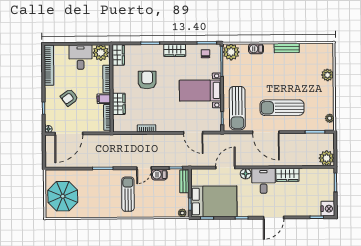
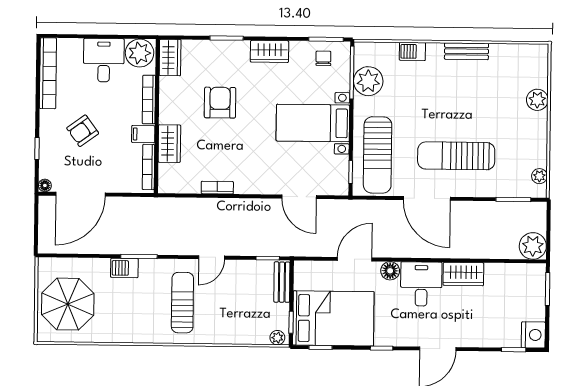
plant: (231, 52) -> (368, 81), moved
barbecue: (159, 175) -> (124, 268), moved

